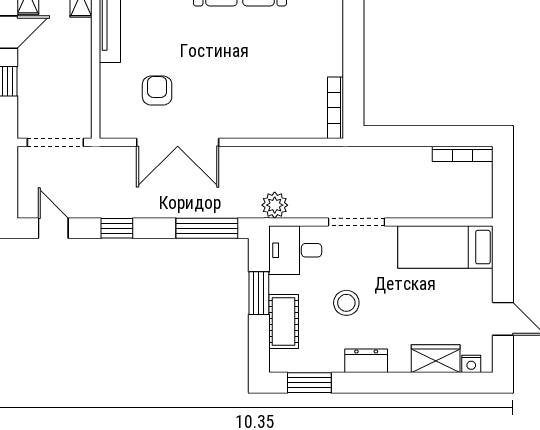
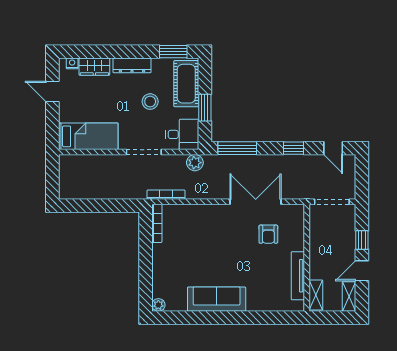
bookcase: (463, 154) -> (166, 195), moved
cot: (284, 321) -> (186, 84), width x1.37, depth x1.34
dresser: (366, 361) -> (132, 65), width x1.44

